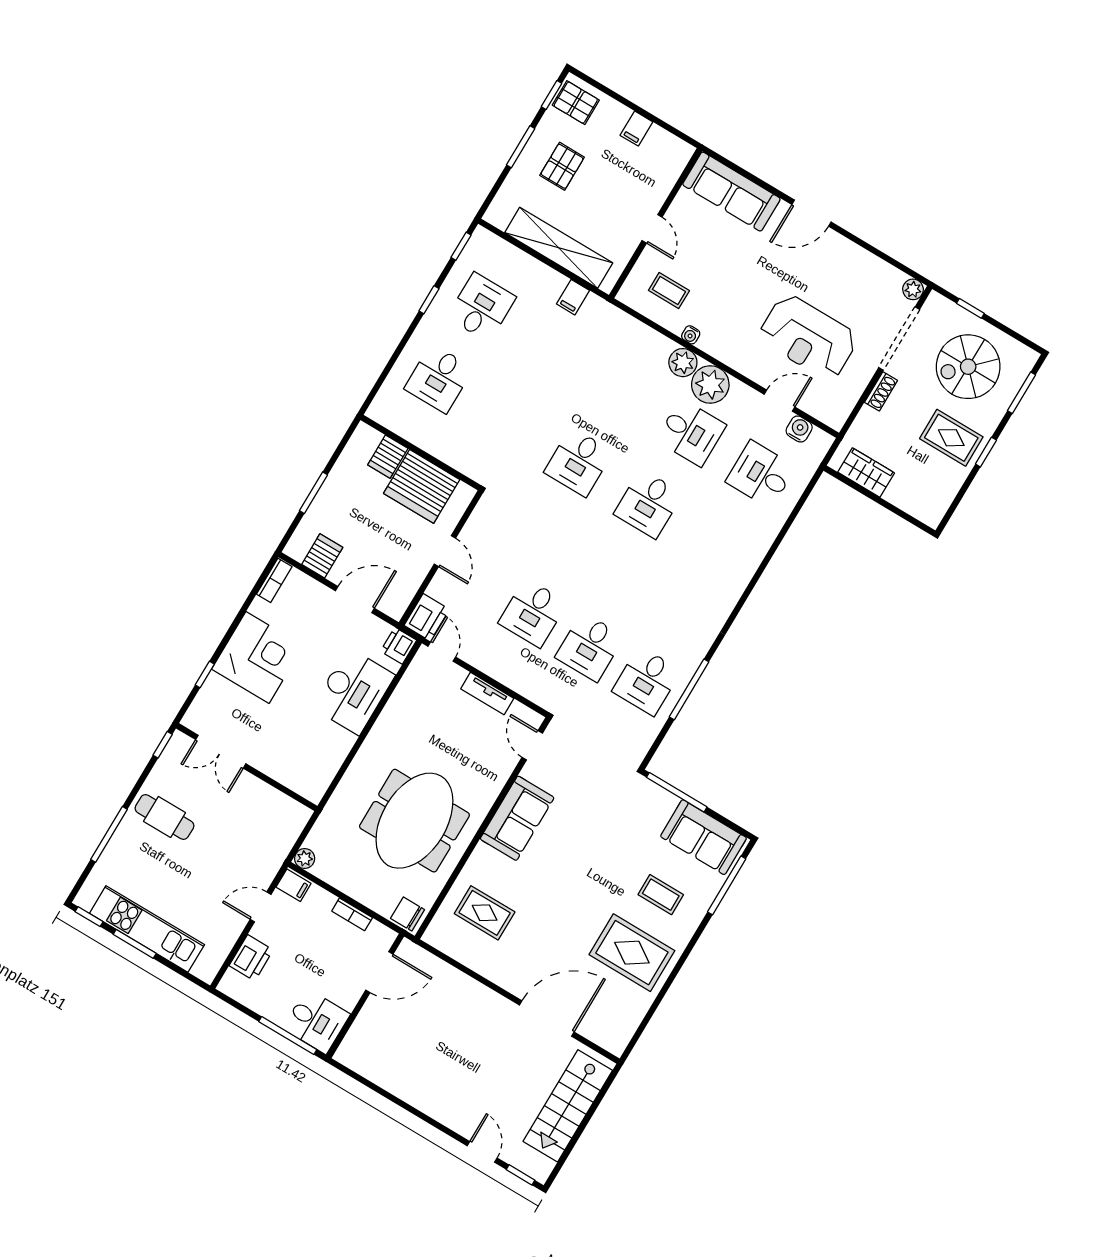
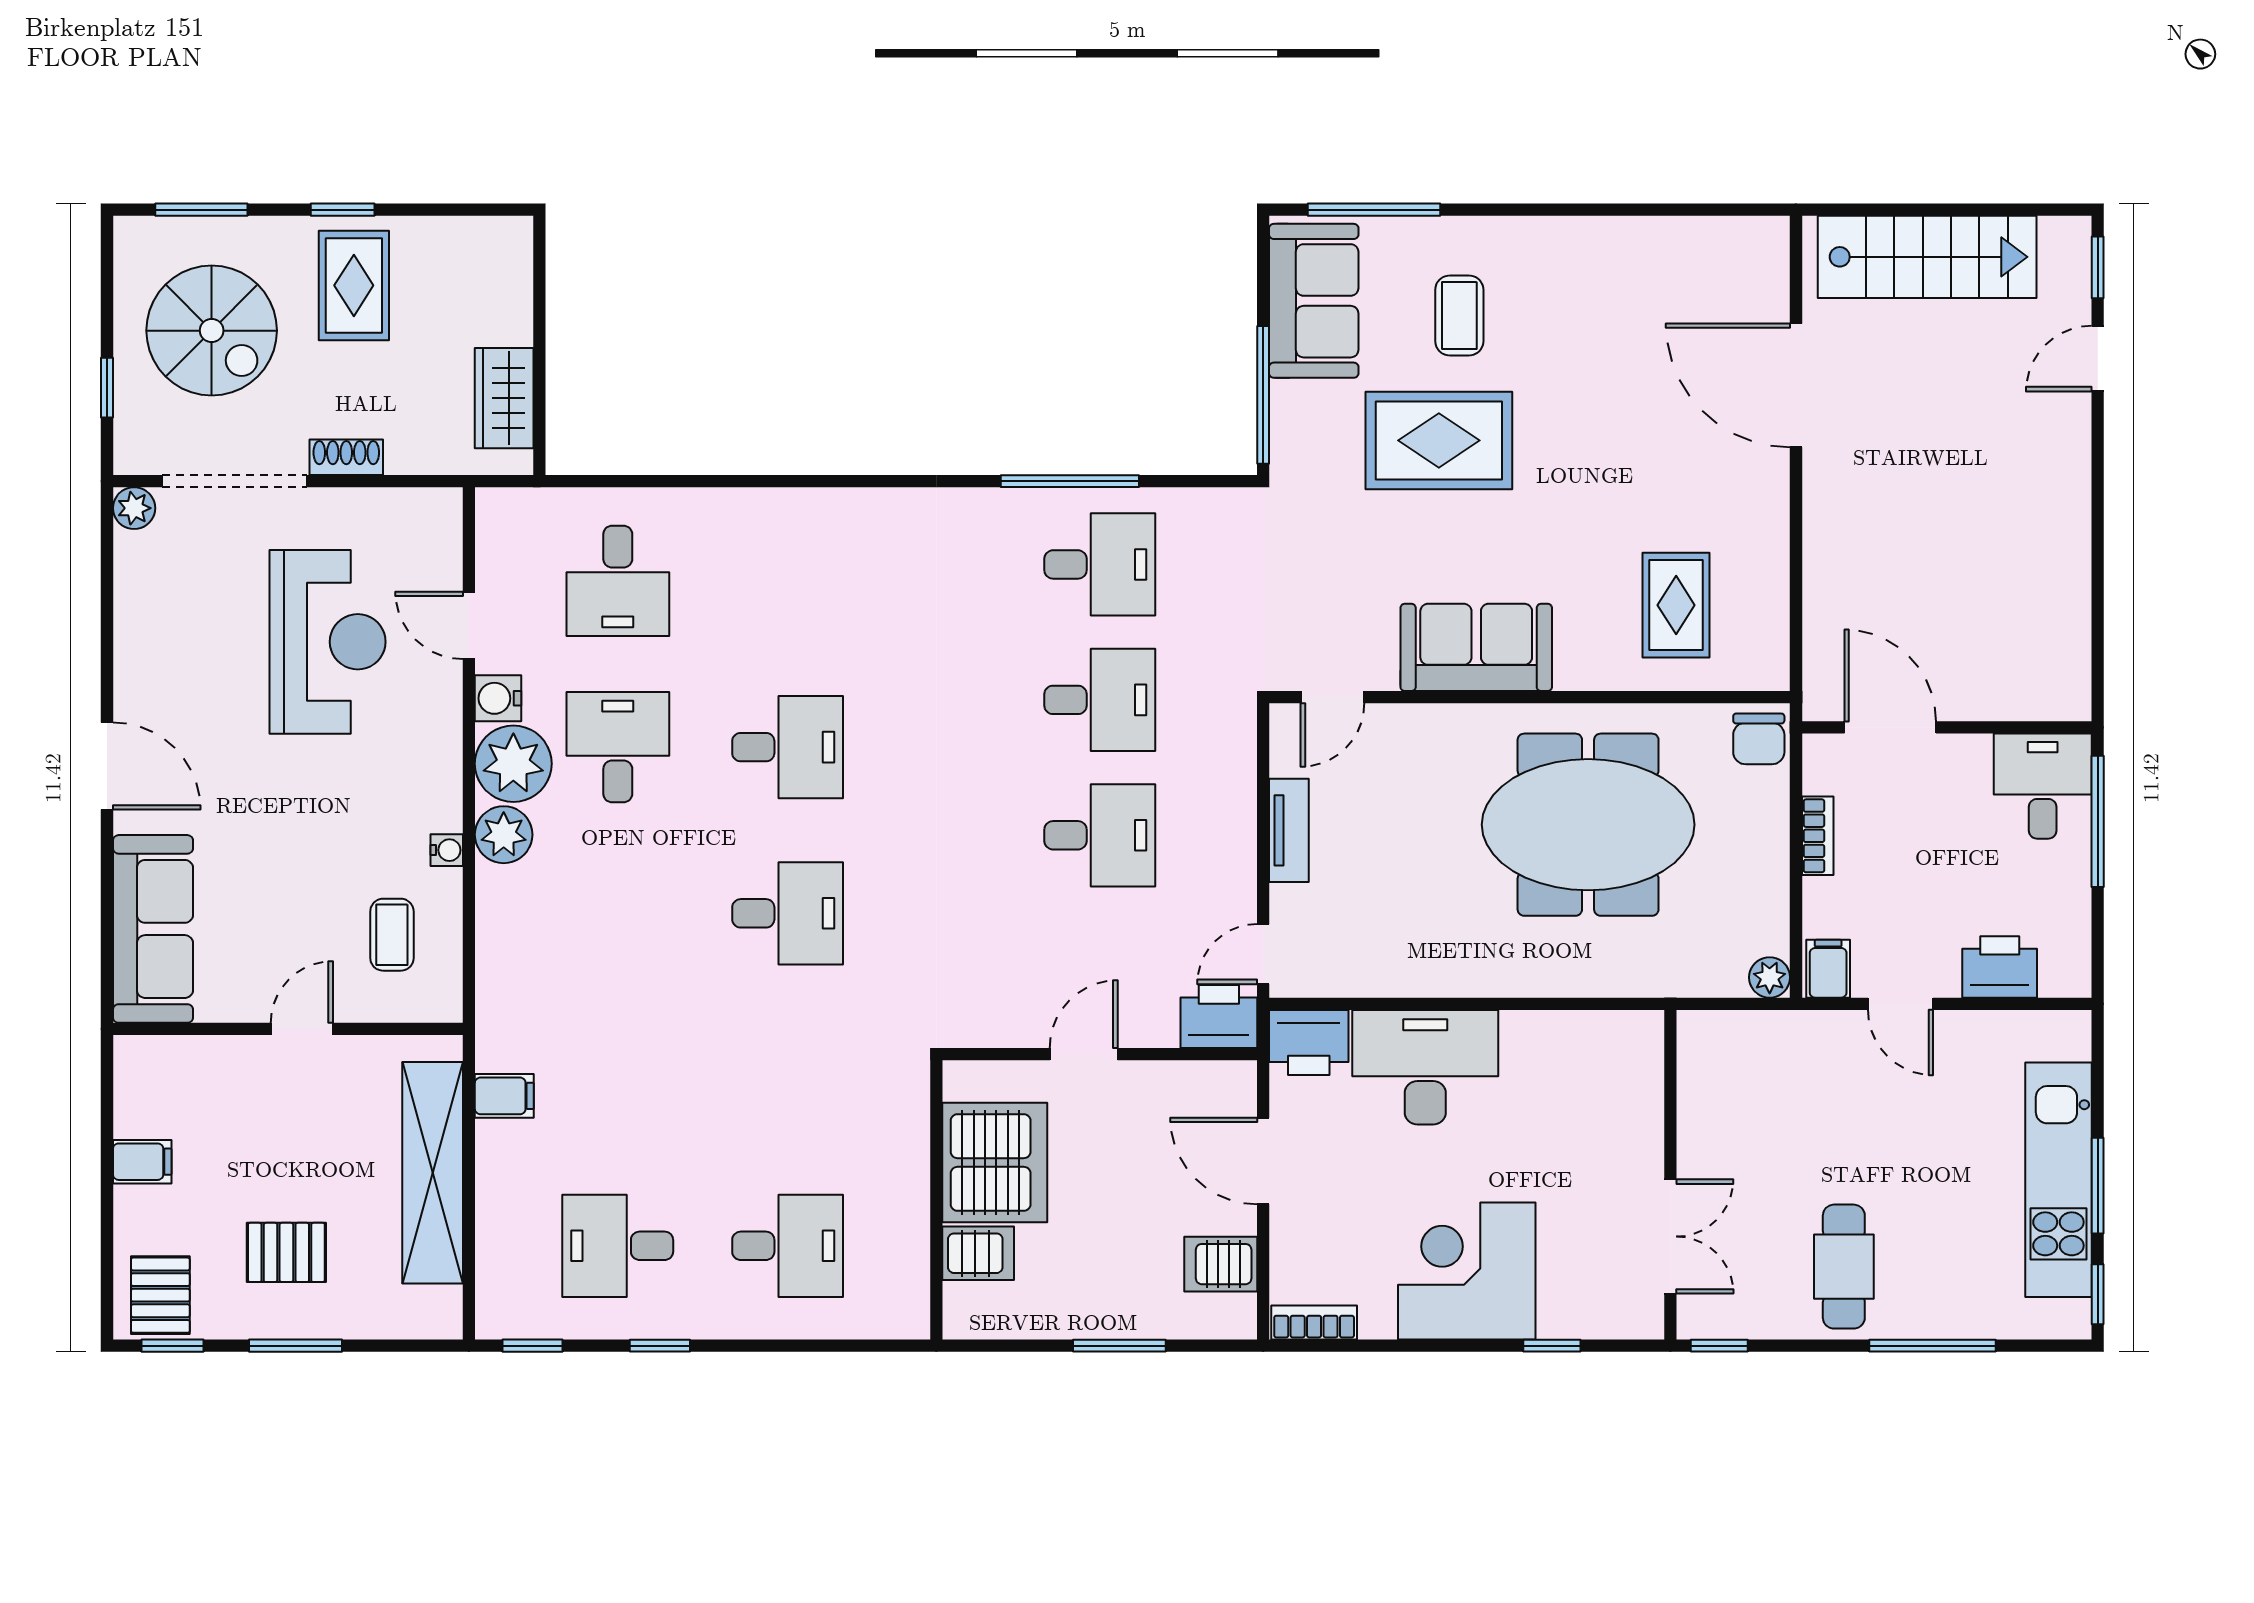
water cooler: (799, 429) -> (498, 698), moved
printer: (398, 646) -> (1309, 1043), width x1.36, depth x1.24
rug: (632, 953) -> (1439, 440), moved, turned 90

